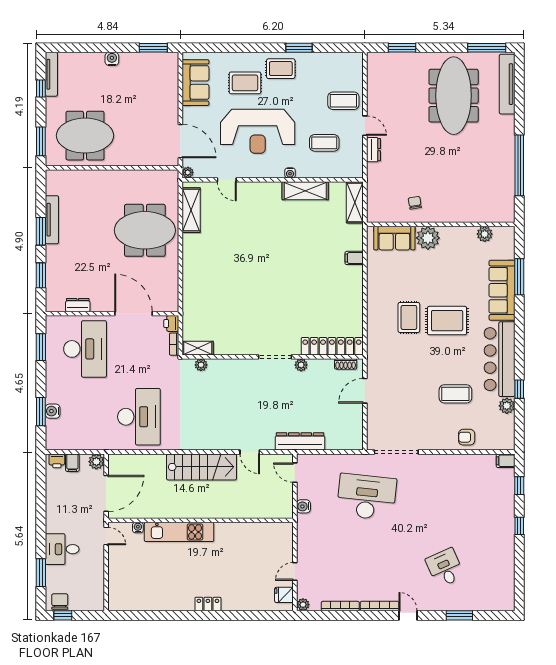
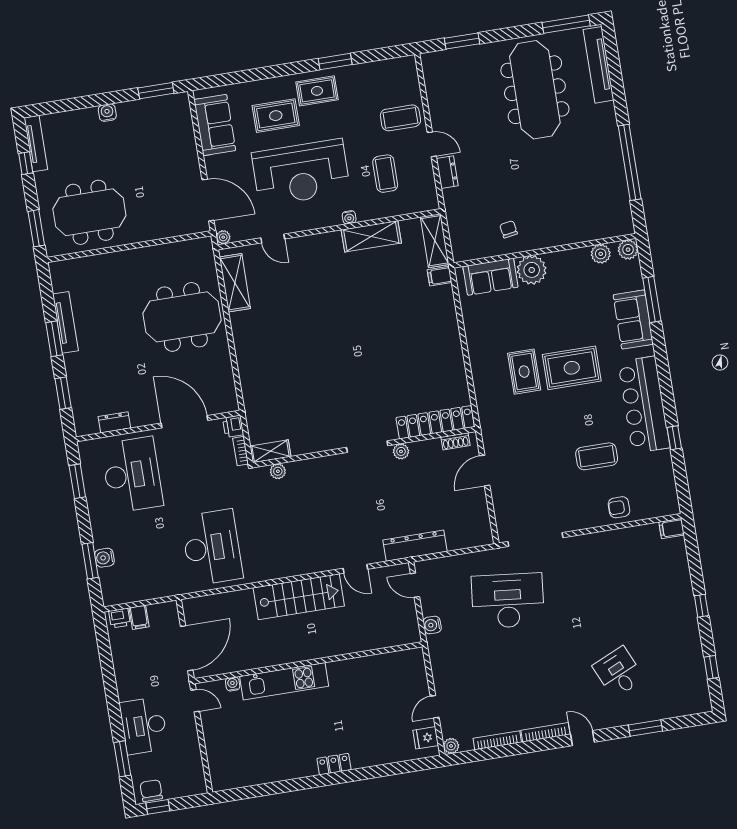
coffee table: (324, 143) -> (385, 174), turned 90
filing cabinet: (354, 258) -> (440, 276), moved
sofa: (502, 290) -> (633, 319), width x0.73
plant: (507, 406) -> (628, 250), moved
plant: (96, 462) -> (168, 611), removed
window: (519, 486) -> (711, 667), moved
desk: (62, 549) -> (144, 726), width x1.37

